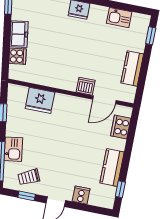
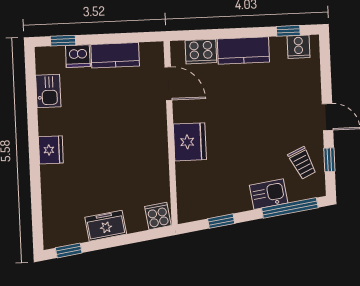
cooker: (18, 56) -> (158, 216), moved
dishwasher: (86, 86) -> (78, 56), moved, turned -90
fridge: (40, 100) -> (190, 142), moved
kitchen counter: (112, 168) -> (243, 51), moved
cooker: (81, 195) -> (298, 47), moved, turned -90

